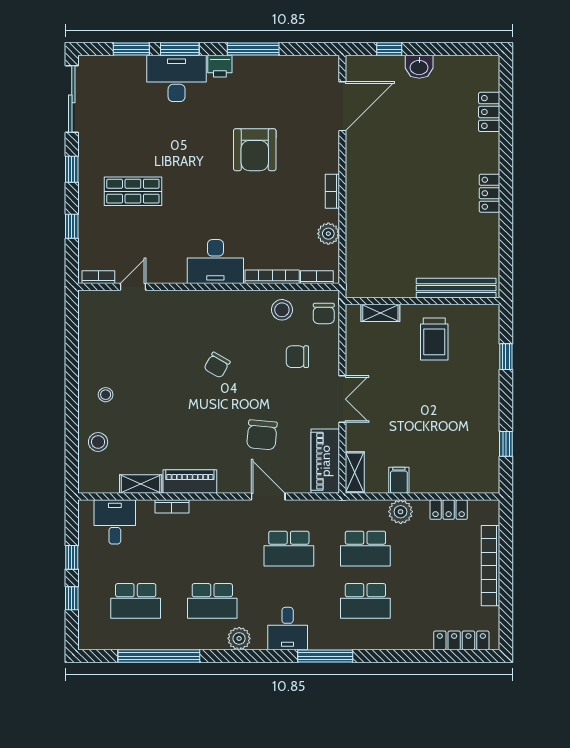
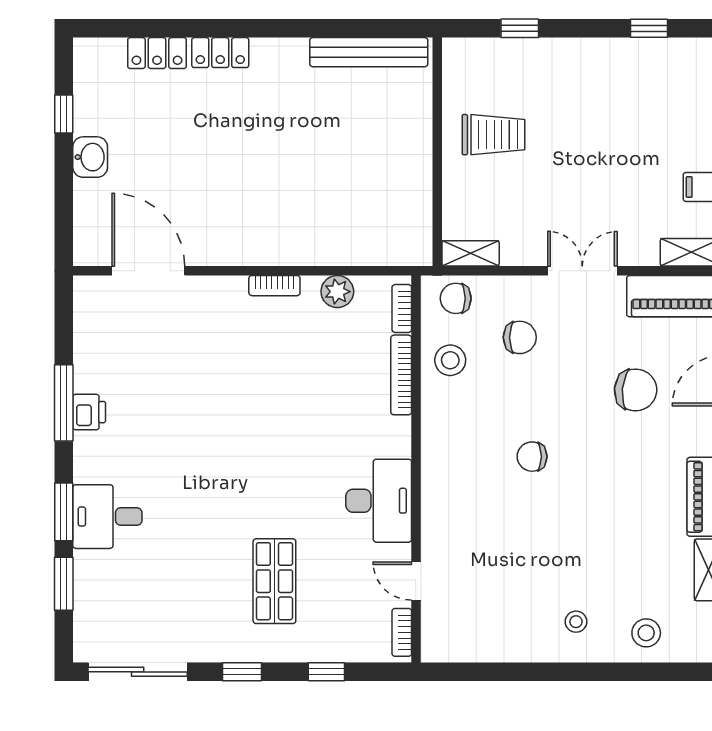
window: (389, 49) -> (64, 114), moved
printer: (220, 66) -> (89, 412), moved
desk: (177, 78) -> (107, 517), width x0.73
armchair: (255, 150) -> (213, 401), removed
locker: (490, 193) -> (220, 53), moved
desk: (215, 262) -> (379, 501), moved
bench: (456, 288) -> (369, 52), moved, turned 90
chair: (324, 313) -> (456, 298), turned 180
shelving: (380, 313) -> (471, 253), moved, turned 90
chair: (297, 357) -> (520, 337), turned -90
chair: (217, 365) -> (532, 457), turned 150

